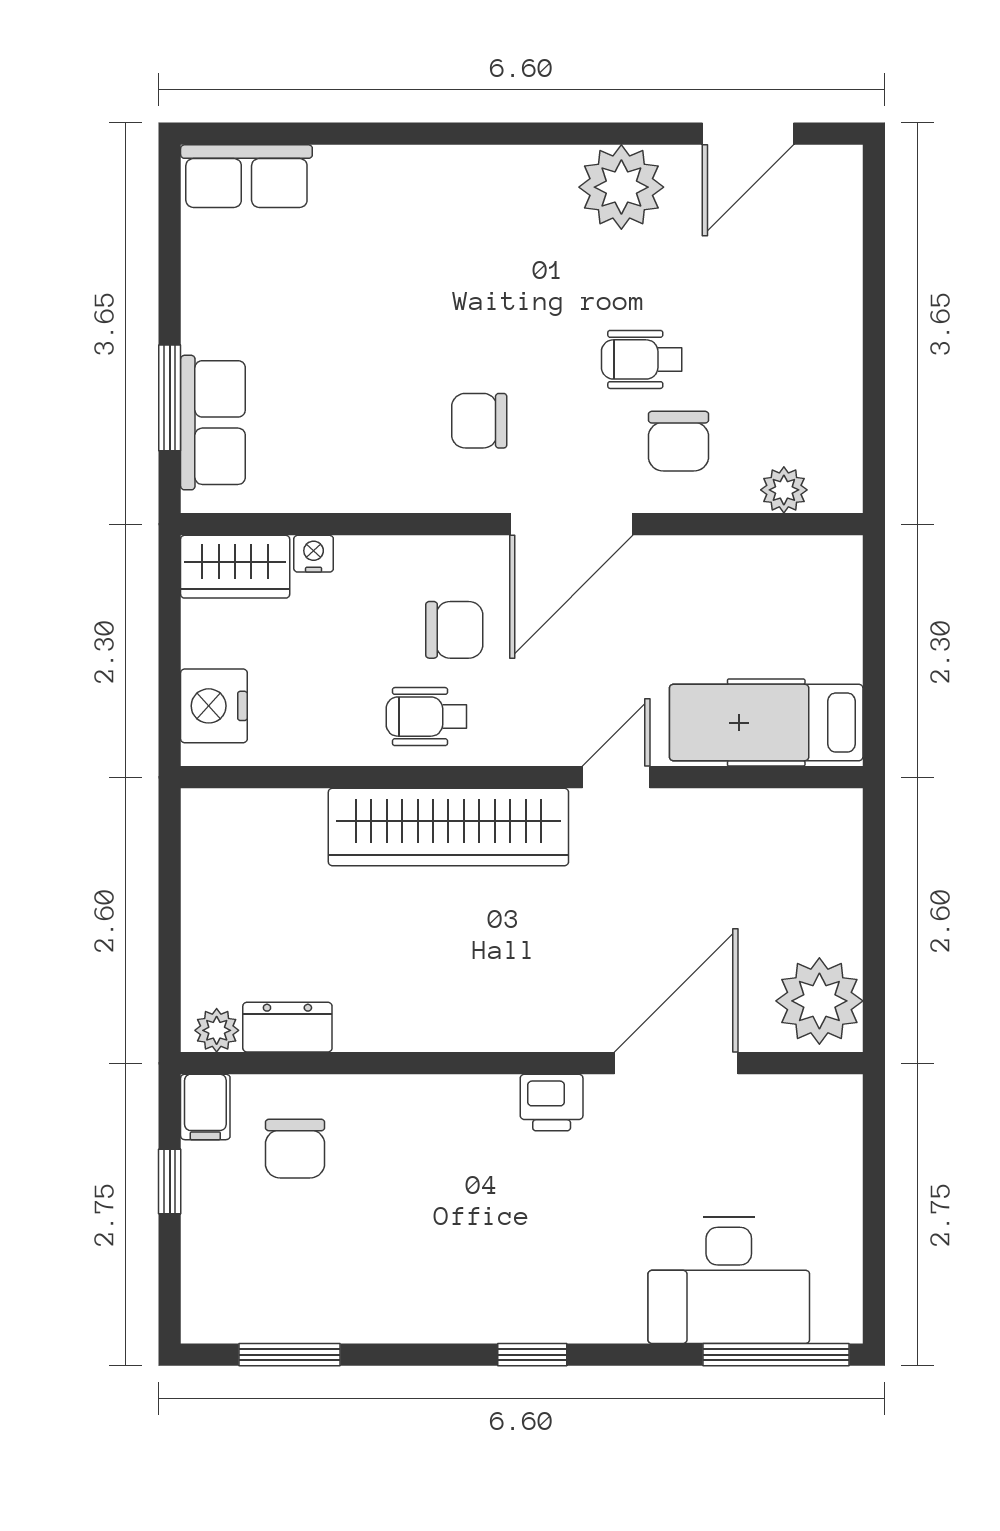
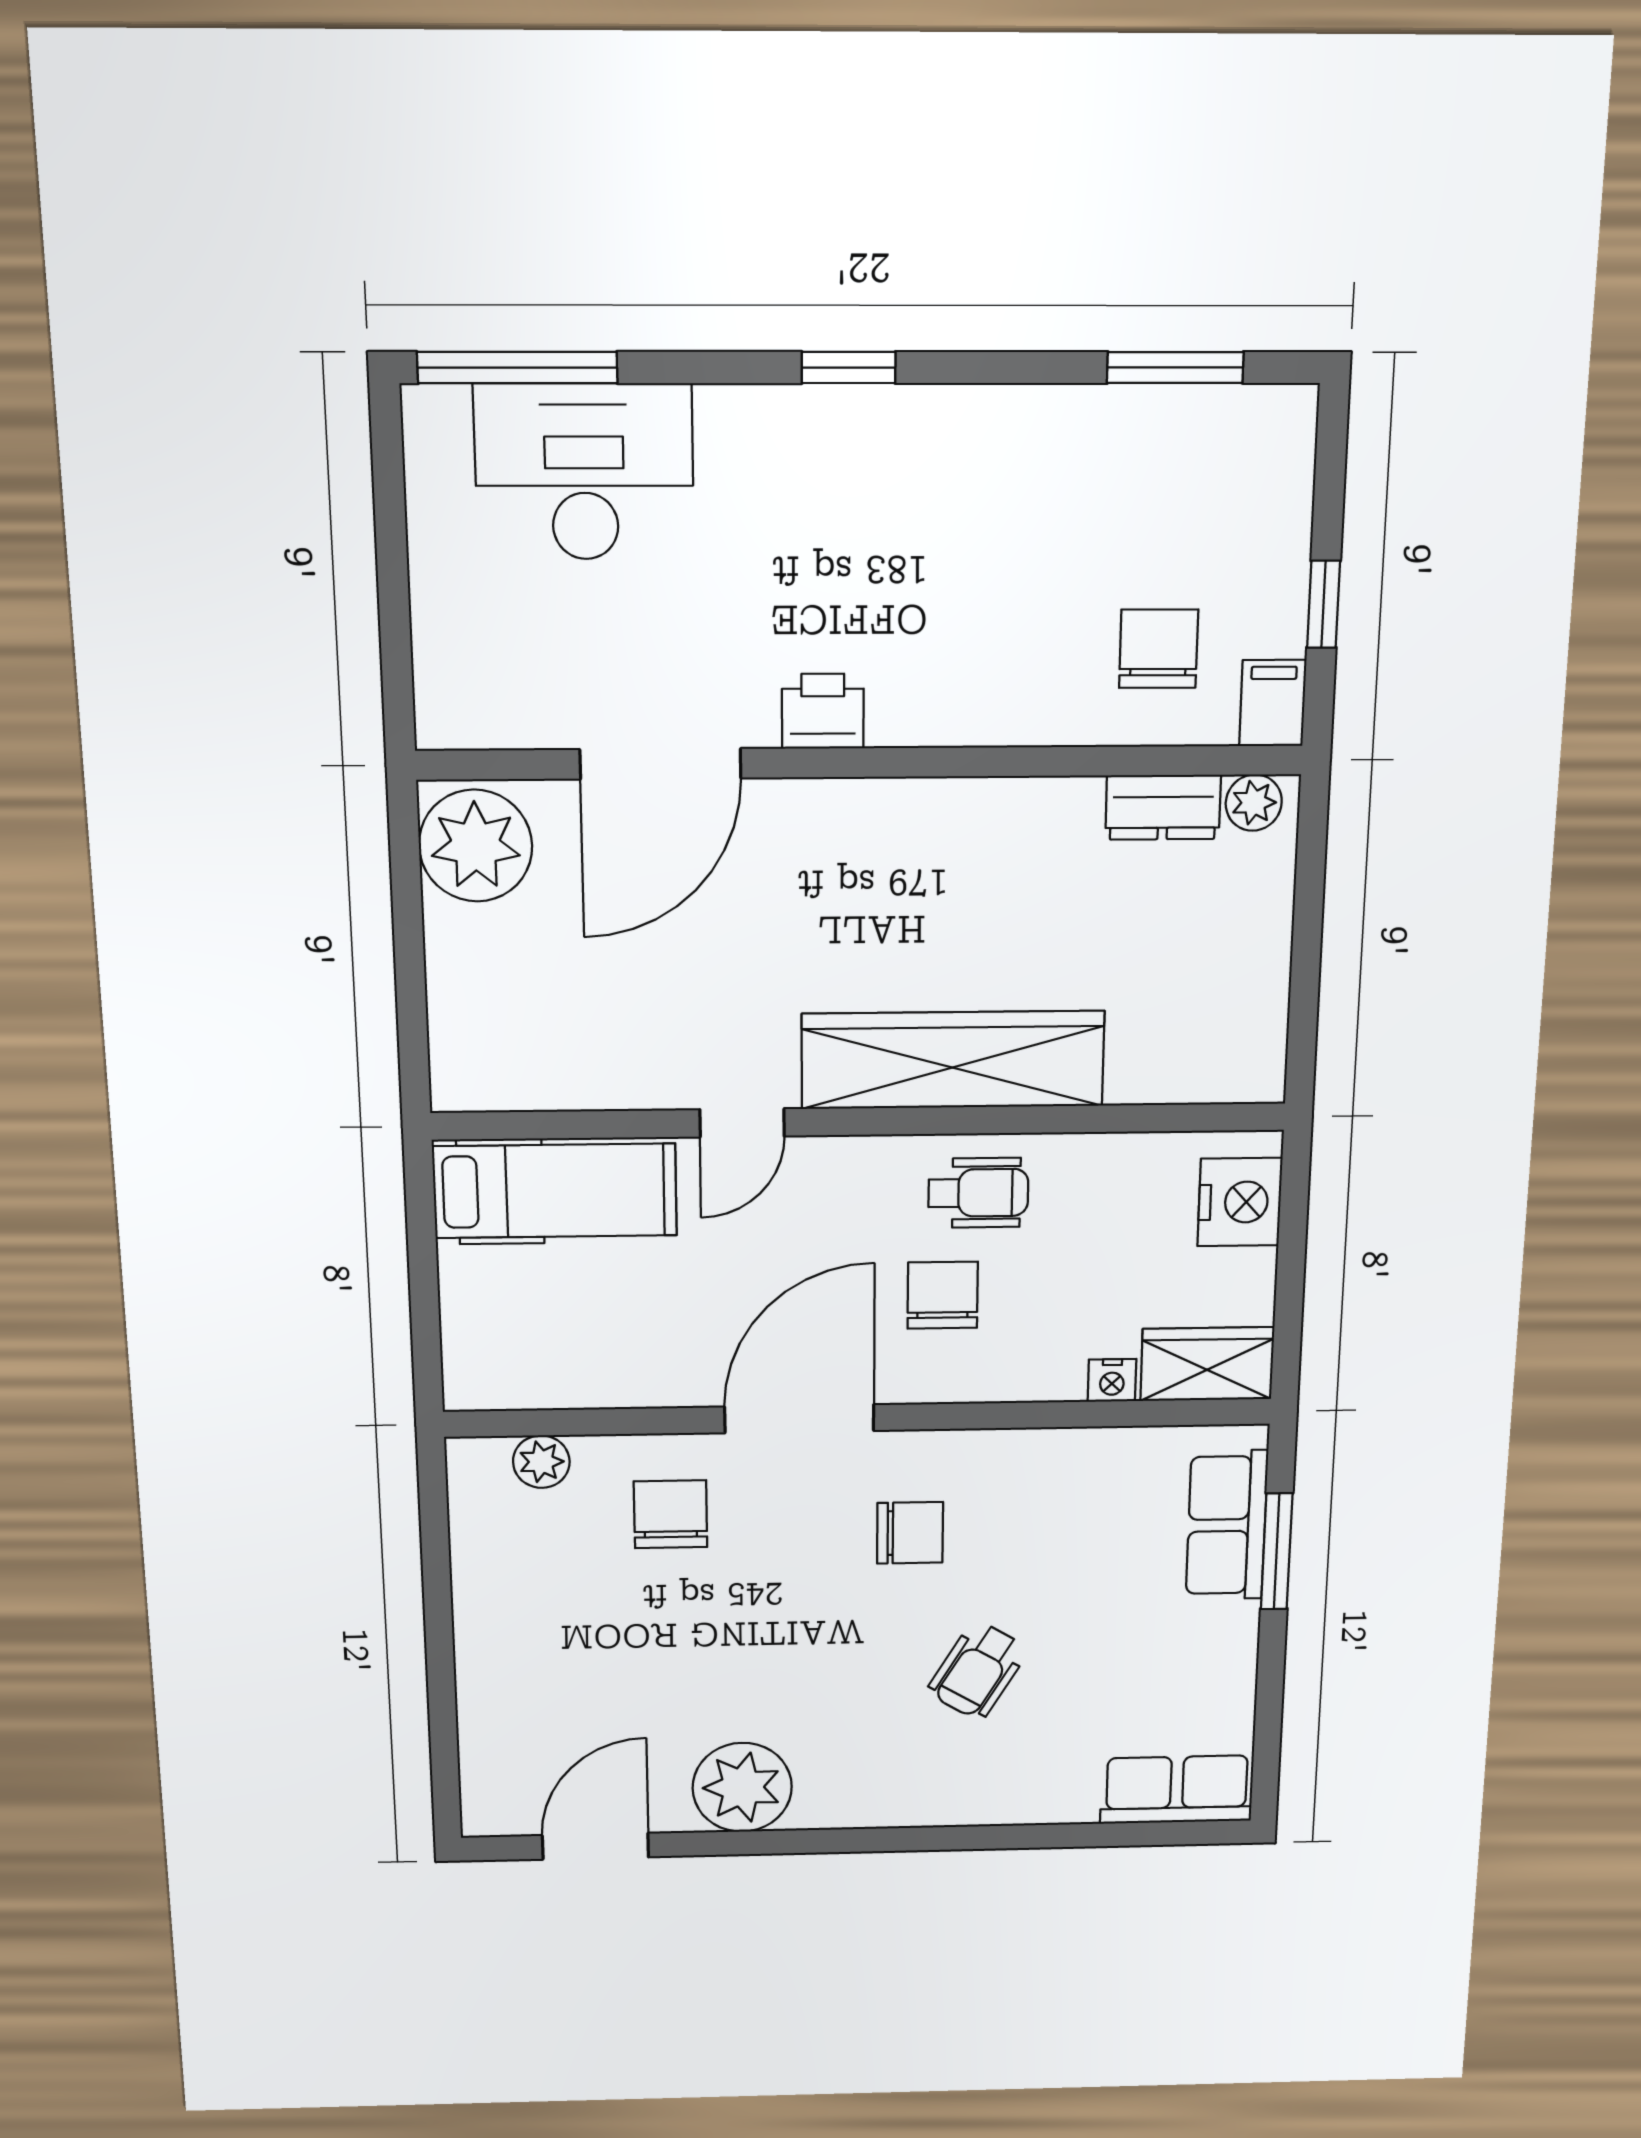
wheelchair: (642, 359) -> (978, 1670), moved, turned 121
chair: (454, 630) -> (943, 1295), turned 90

